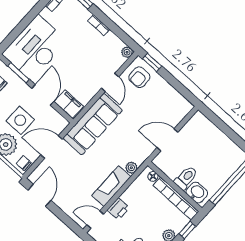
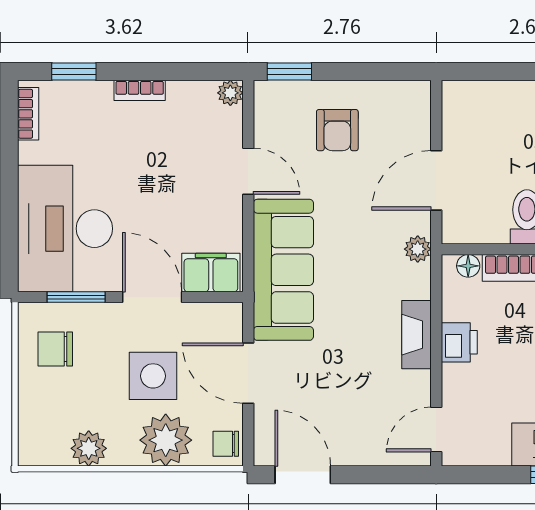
armchair: (139, 77) -> (337, 130), moved
door: (51, 147) -> (248, 373), hinge flipped
plant: (131, 168) -> (418, 249), moved
fireplace: (111, 186) -> (416, 335), width x0.73, depth x0.76
printer: (118, 209) -> (459, 342), moved

